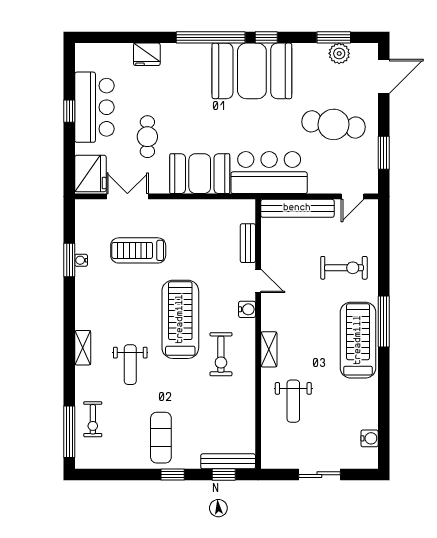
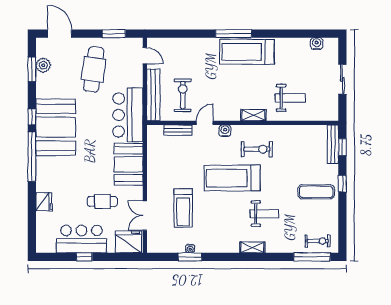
exercise bike: (344, 268) -> (183, 95), moved
exercise bike: (93, 419) -> (318, 241), moved

